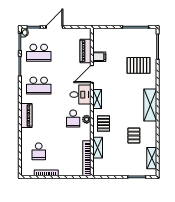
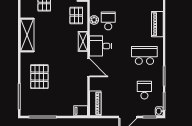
piano: (85, 51) -> (95, 103), moved
school desk: (39, 53) -> (144, 90), width x0.54
filing cabinet: (99, 57) -> (81, 111), moved
pallet: (138, 65) -> (39, 77), turned 90
door: (92, 74) -> (89, 68), hinge flipped

